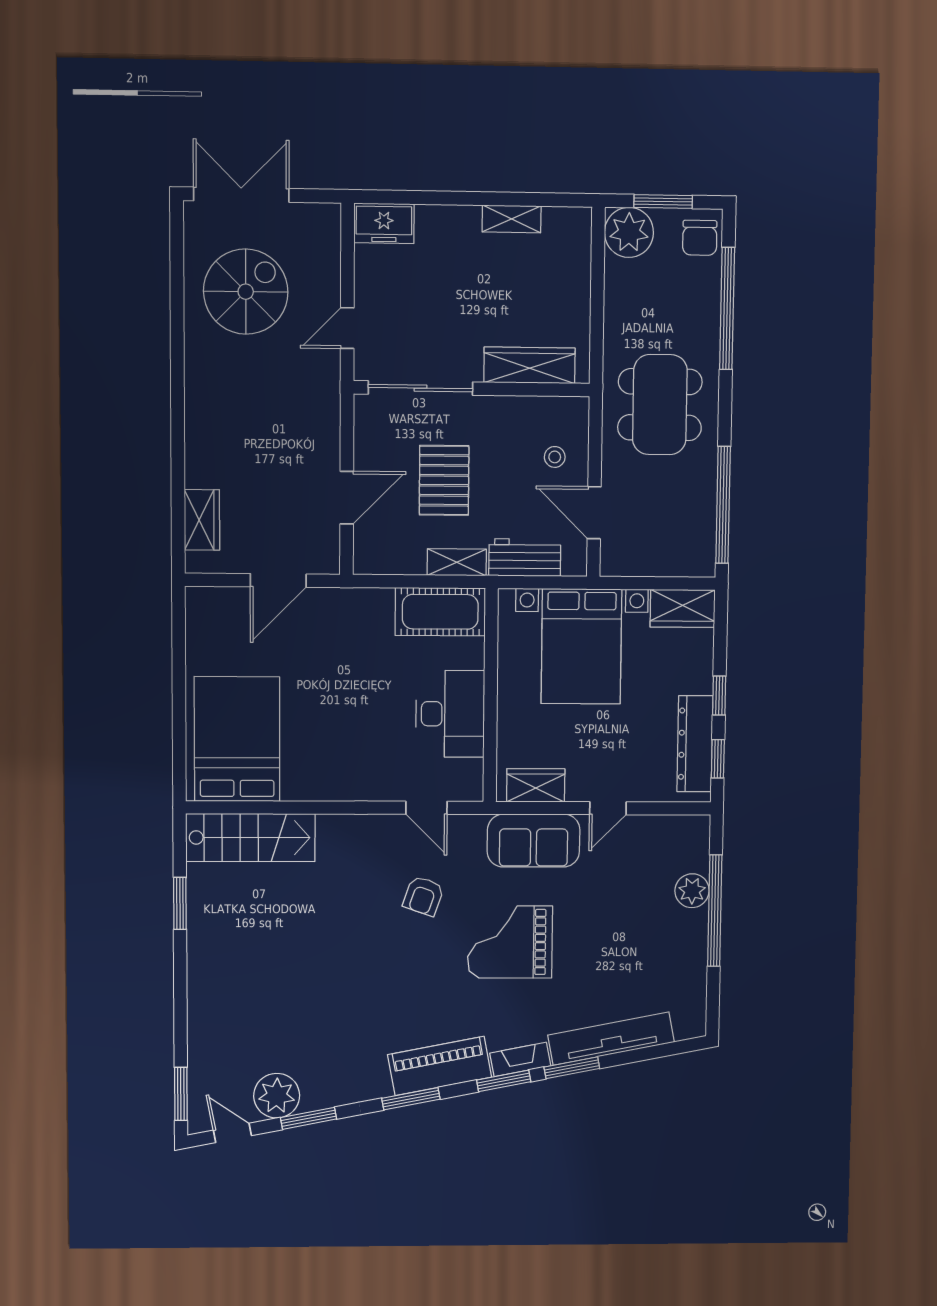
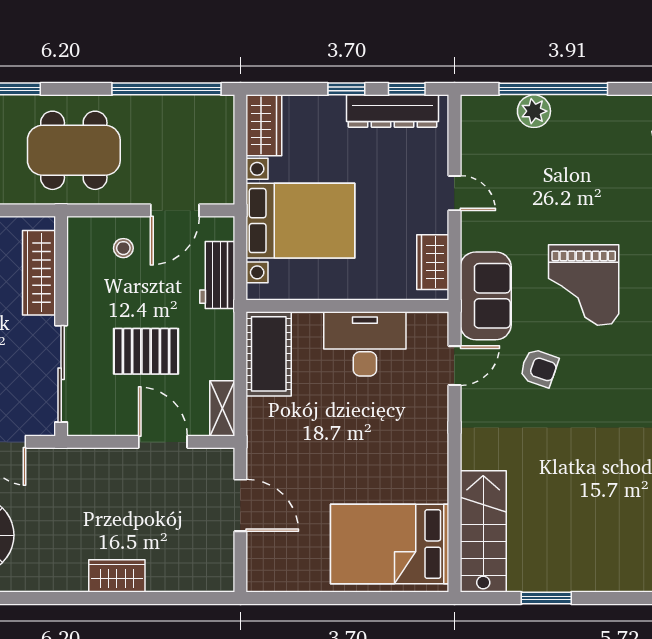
wardrobe: (202, 520) -> (117, 576), moved
shelving: (457, 562) -> (222, 408), moved
sofa: (534, 841) -> (486, 296), moved

